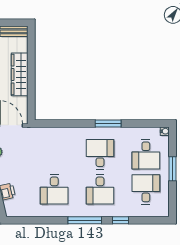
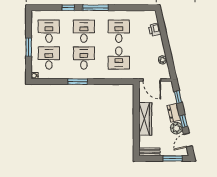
desk: (54, 154) -> (119, 58), added
desk: (100, 154) -> (84, 58), turned 180
desk: (146, 189) -> (49, 31), turned 180

